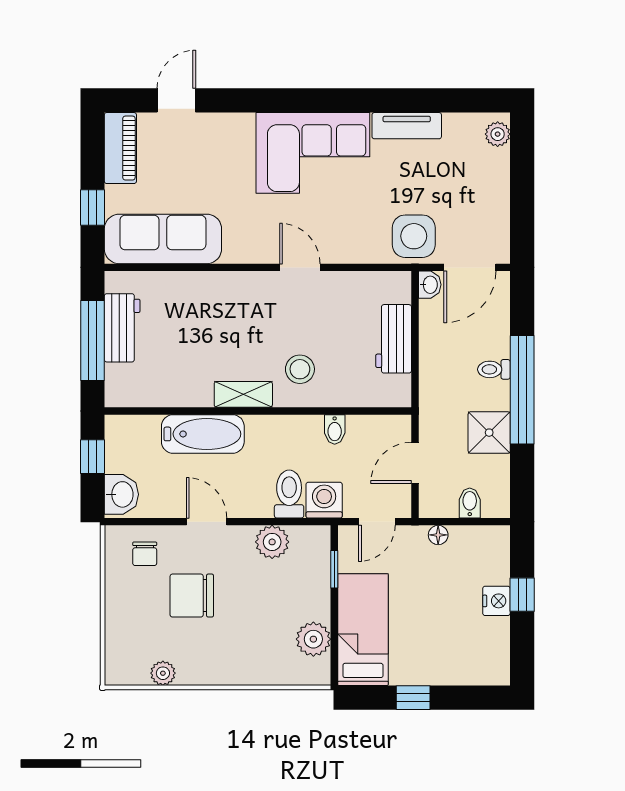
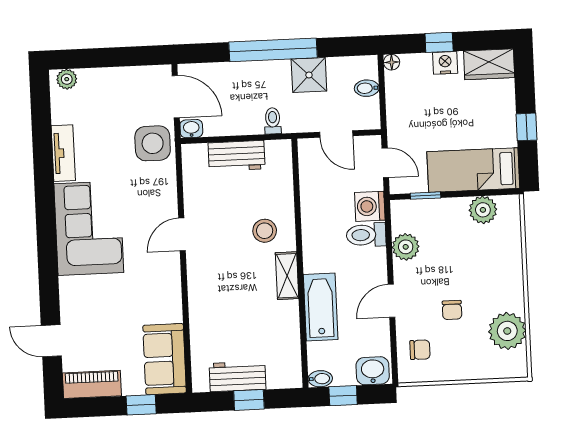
sofa: (163, 239) -> (165, 359), width x0.73
window: (92, 340) -> (249, 400), width x0.46
toilet: (494, 369) -> (273, 121), moved, turned 180
bidet: (335, 429) -> (320, 379), moved
floor lamp: (438, 535) -> (392, 62), moved
chair: (192, 596) -> (452, 310), width x0.54, depth x0.54
wardrobe: (492, 655) -> (489, 64), added
plant: (163, 673) -> (507, 331), width x1.88, depth x1.88

